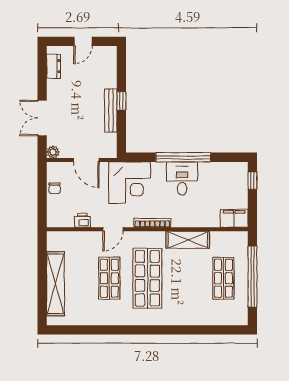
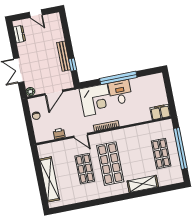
door: (83, 41) -> (36, 14), hinge flipped
window: (121, 101) -> (73, 65), moved
door: (86, 160) -> (54, 93), hinge flipped
window: (252, 181) -> (168, 84), removed
corner desk: (130, 183) -> (96, 100), moved
door: (113, 229) -> (81, 135), hinge flipped
shelving: (188, 240) -> (143, 184), moved

